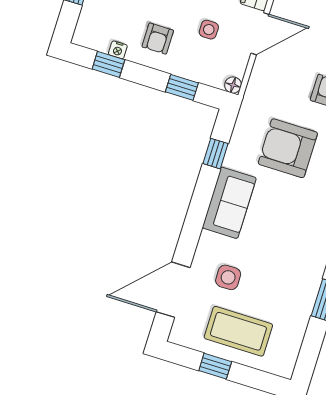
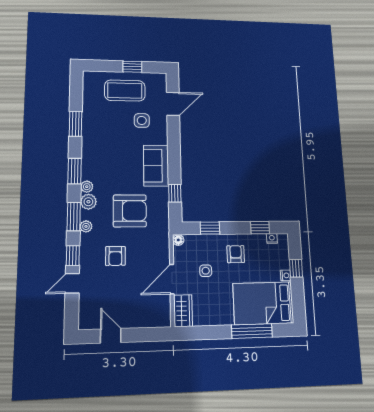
nightstand: (118, 50) -> (272, 239), moved
door: (173, 290) -> (173, 104), width x0.73

